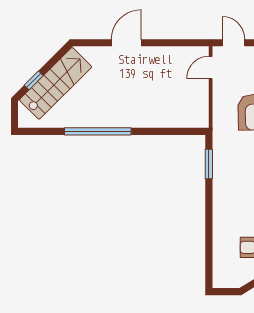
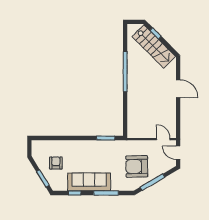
door: (233, 43) -> (178, 153), swing flipped

